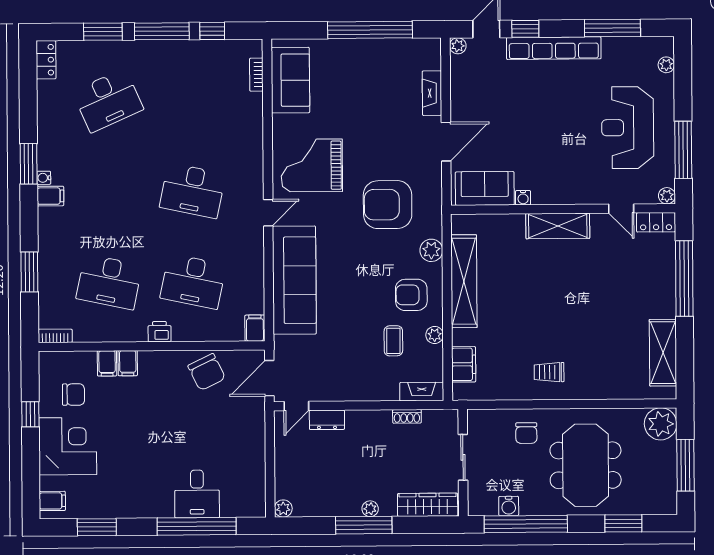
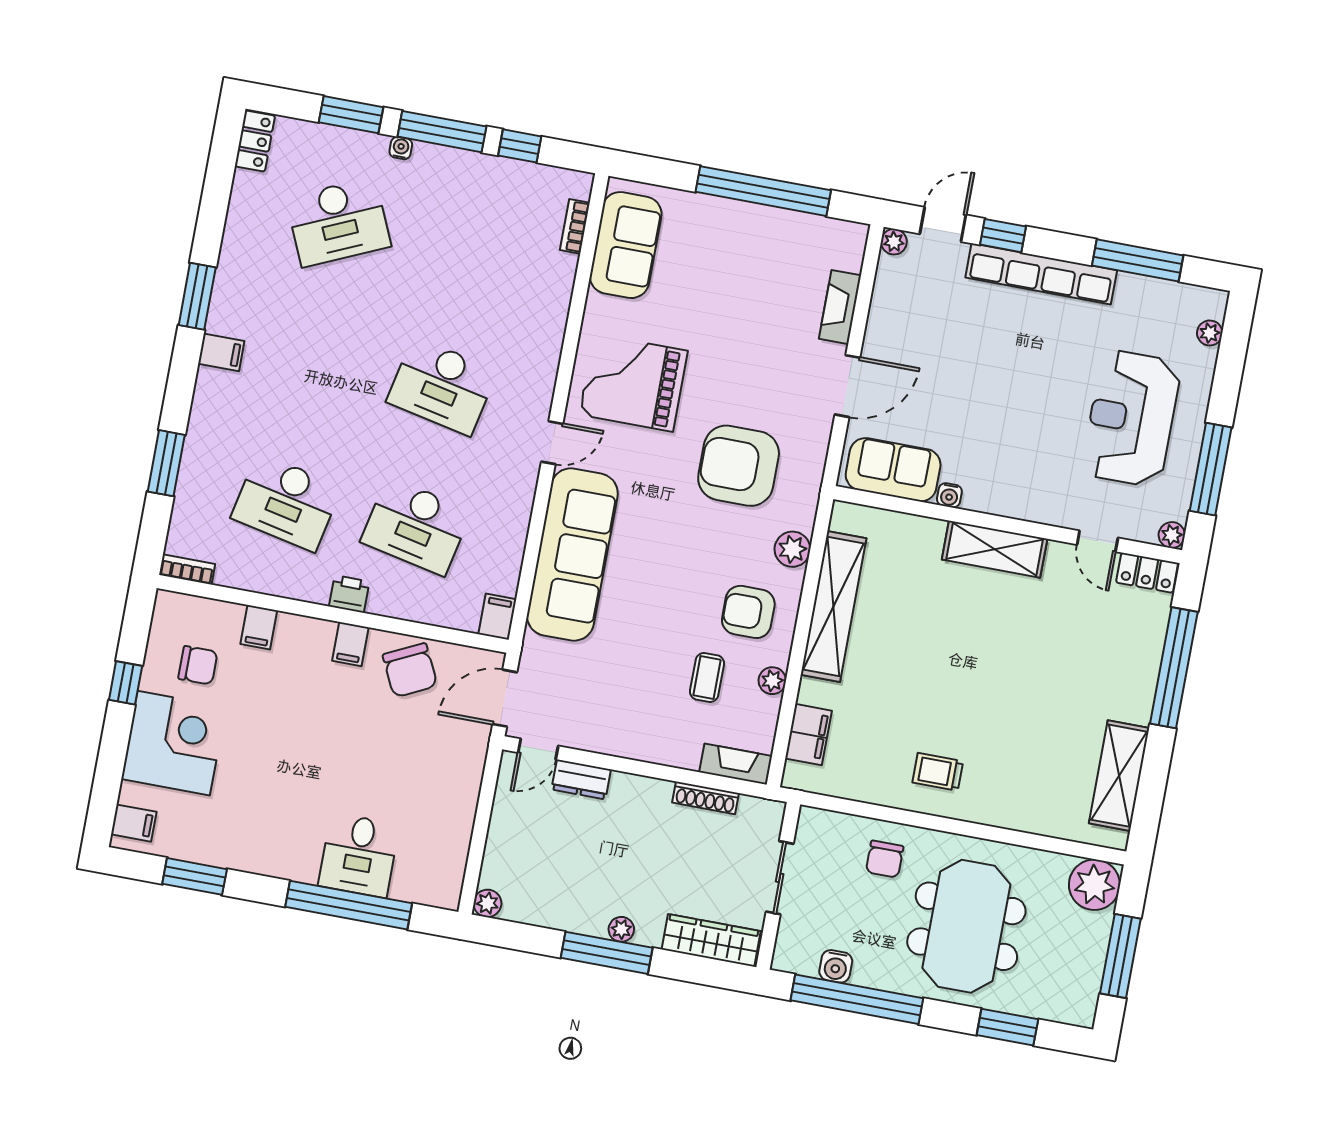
water cooler: (44, 178) -> (401, 148), moved, turned 90
filing cabinet: (128, 363) -> (350, 644), moved
shoe rack: (407, 416) -> (705, 798), width x1.43

